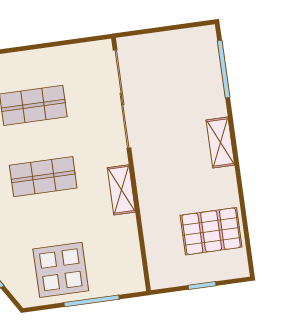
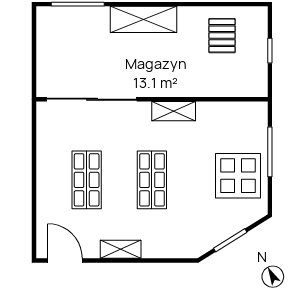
shelving: (220, 143) -> (143, 19), width x1.50, depth x1.33
pallet: (211, 231) -> (222, 36), width x0.67, depth x0.71

